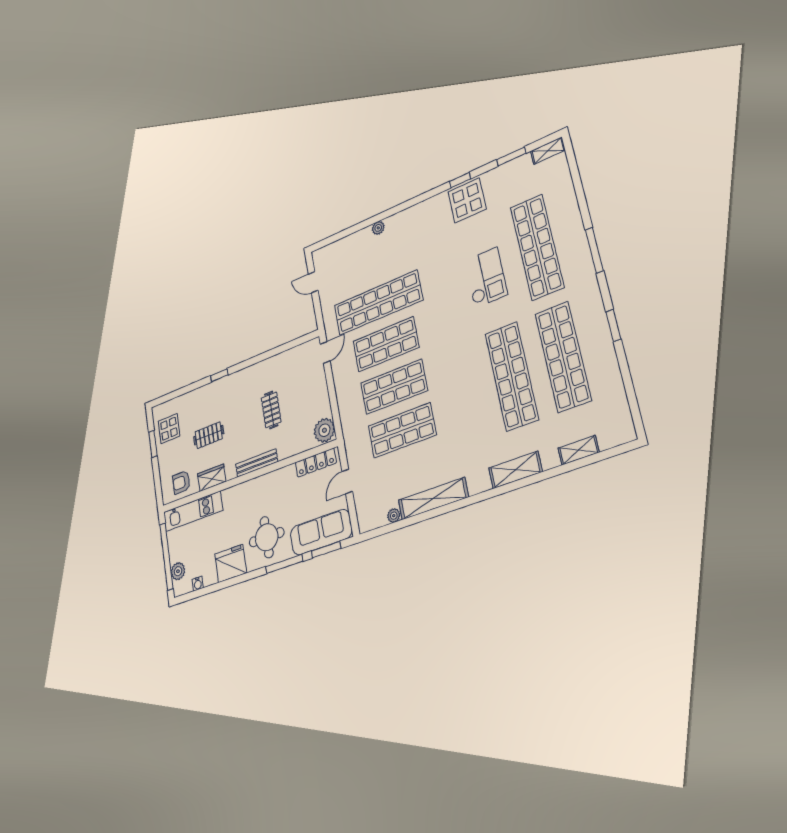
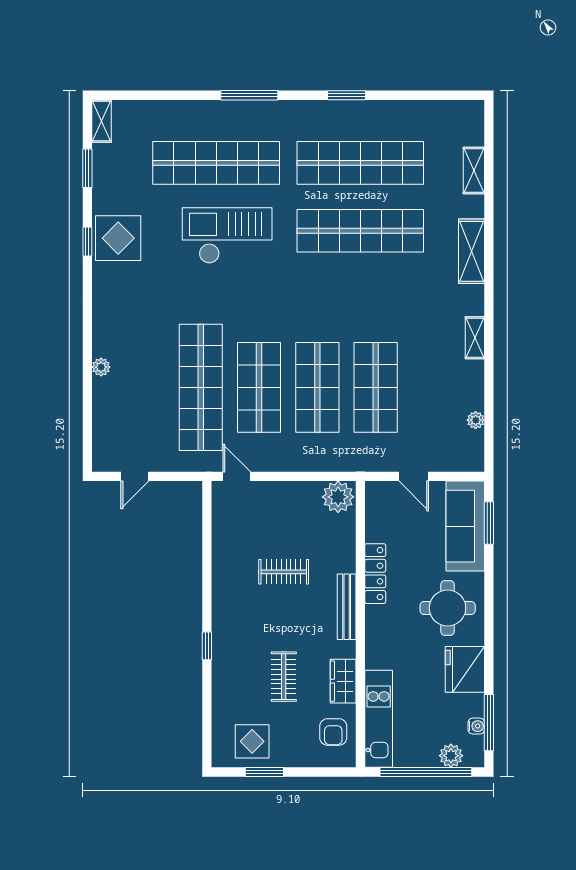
checkout: (486, 278) -> (227, 236), width x1.36, depth x1.21
locker: (316, 463) -> (375, 574), moved
shelving: (433, 499) -> (475, 338), width x0.45, depth x0.75
window: (284, 564) -> (489, 723), moved

